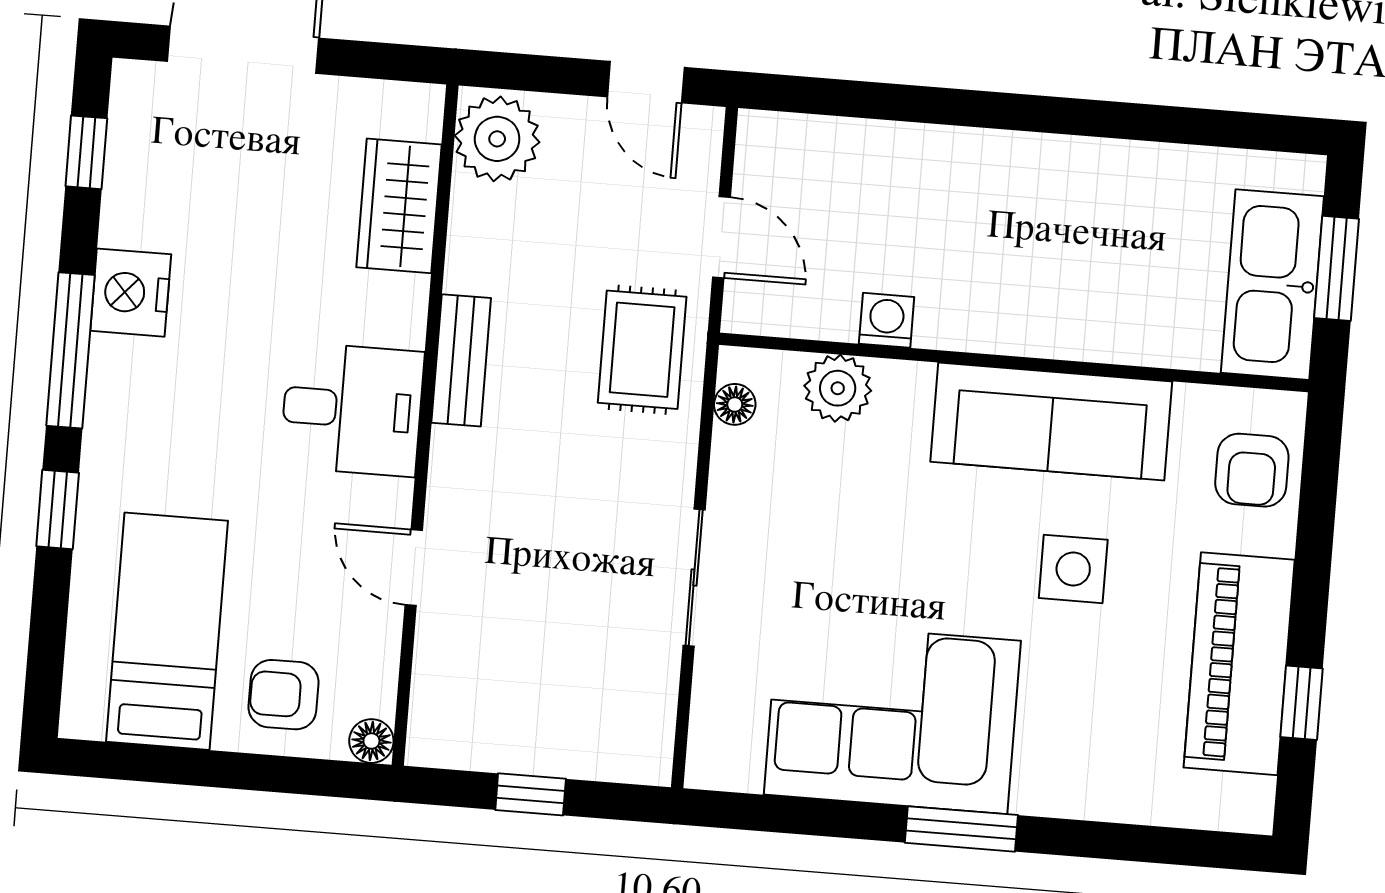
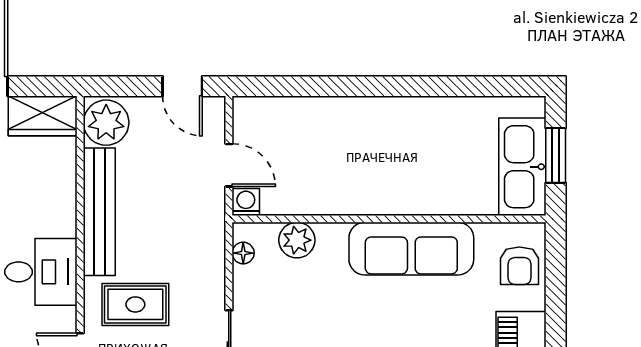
wardrobe: (399, 206) -> (43, 116), moved, turned -90
washing machine: (887, 320) -> (246, 202), moved
rug: (642, 350) -> (135, 304), moved, turned 90
bench: (461, 360) -> (99, 212), width x1.86, depth x1.21
side table: (1073, 569) -> (429, 326), removed

